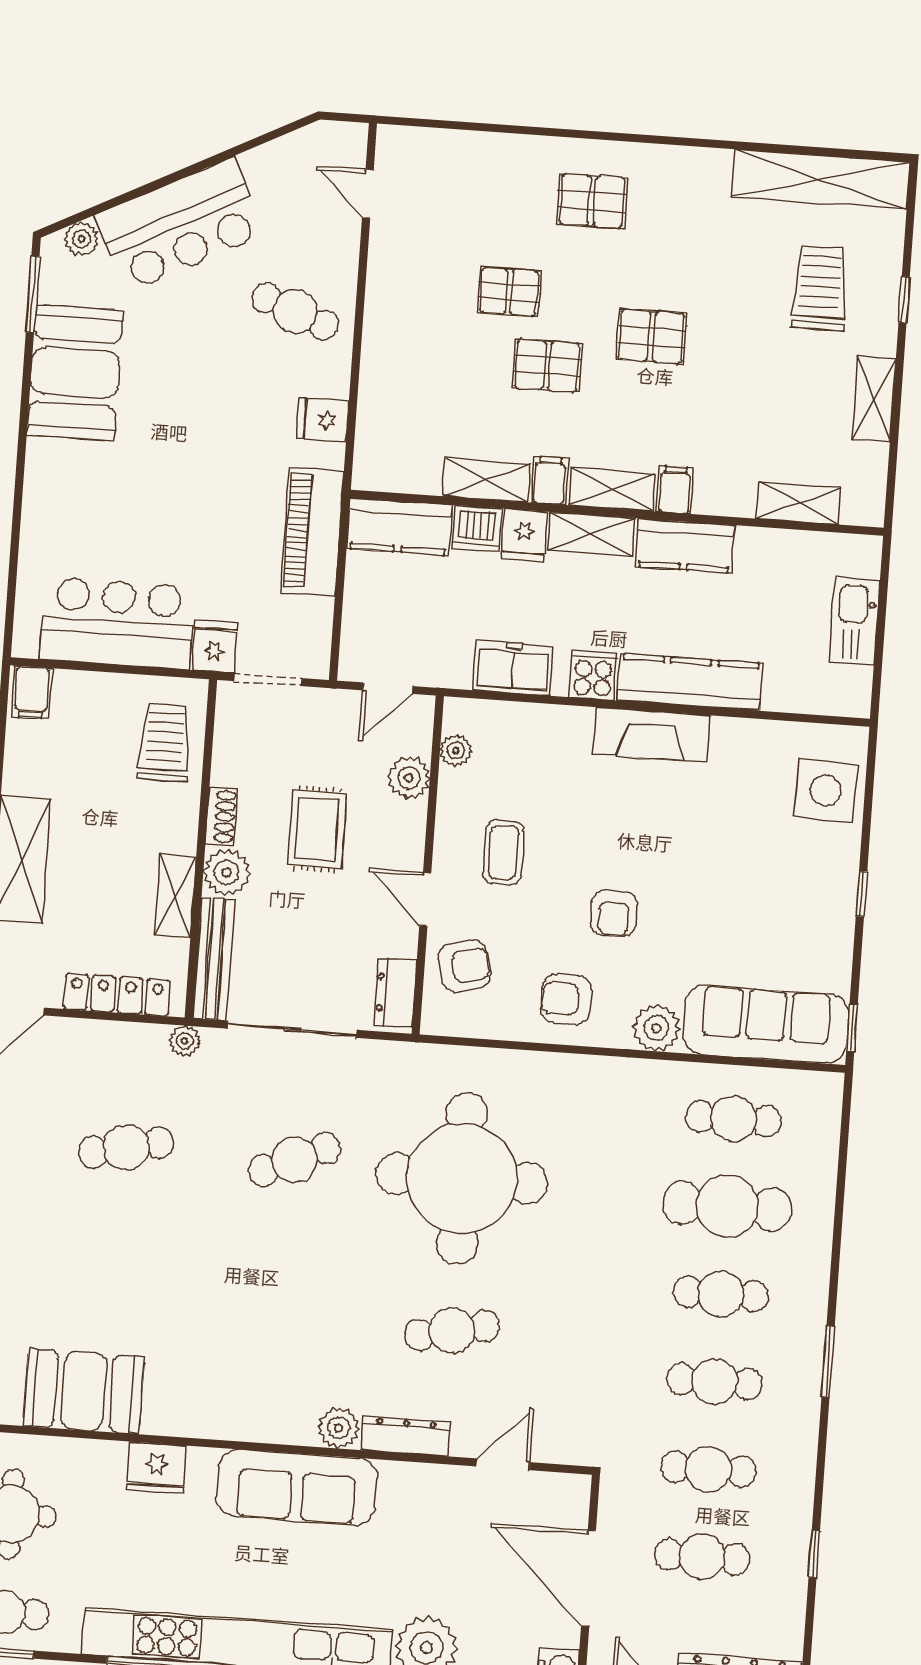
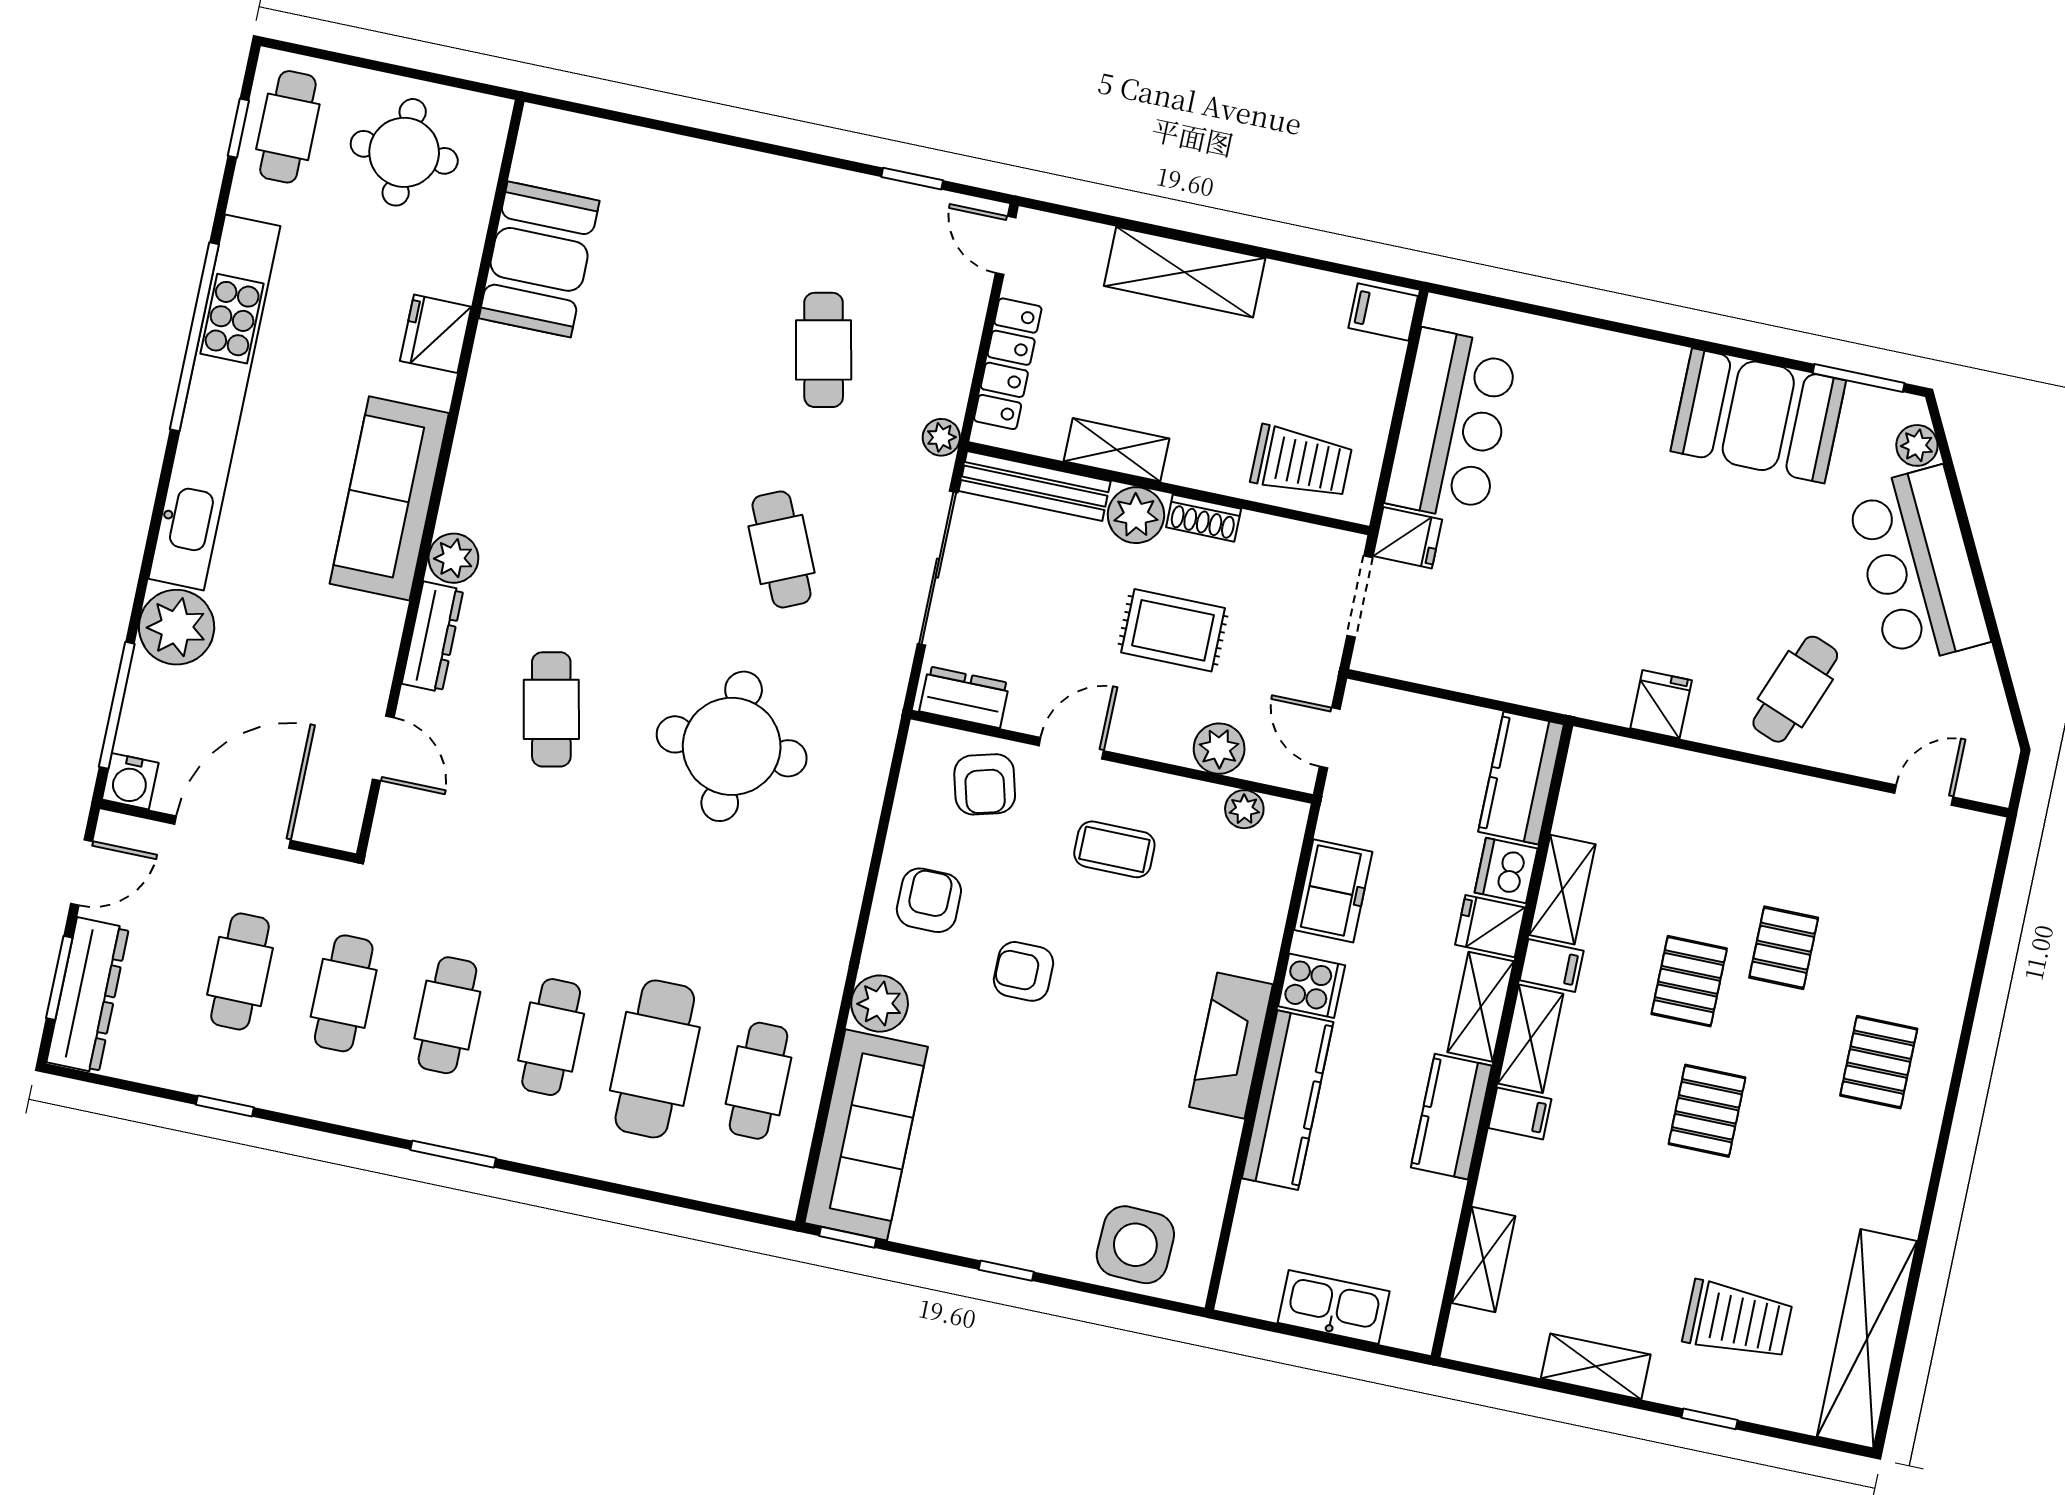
piano: (312, 532) -> (1529, 673), removed
round table: (462, 1178) -> (732, 746), width x0.73, depth x0.73

